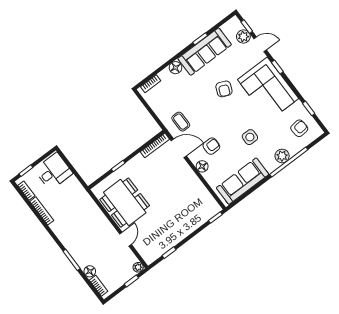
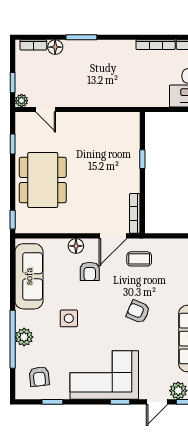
armchair: (224, 89) -> (138, 312), moved
dining table: (125, 203) -> (43, 180), moved, turned 90
door: (126, 239) -> (46, 109), moved

